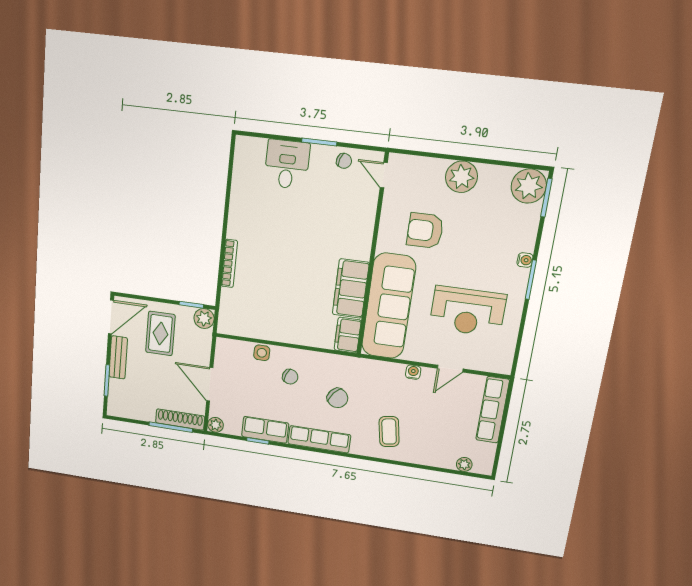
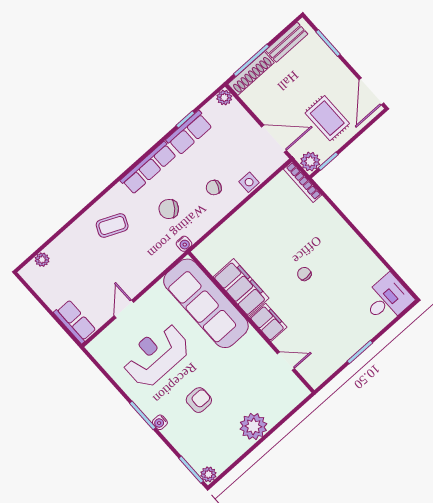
chair: (344, 161) -> (304, 274), moved, turned 72
desk: (287, 164) -> (387, 299), moved, turned -90
door: (384, 175) -> (286, 361), moved
plant: (529, 186) -> (208, 474), width x0.53, depth x0.53
armchair: (425, 231) -> (199, 400), moved, width x0.72, depth x0.72
bookcase: (229, 263) -> (302, 182), moved
filing cabinet: (348, 335) -> (268, 322), moved
bench: (118, 357) -> (287, 42), moved, turned 90
water cooler: (413, 372) -> (184, 244), moved
door: (210, 384) -> (274, 139), moved
row of seats: (493, 410) -> (75, 321), width x0.68
coffee table: (389, 432) -> (112, 225), turned -56

